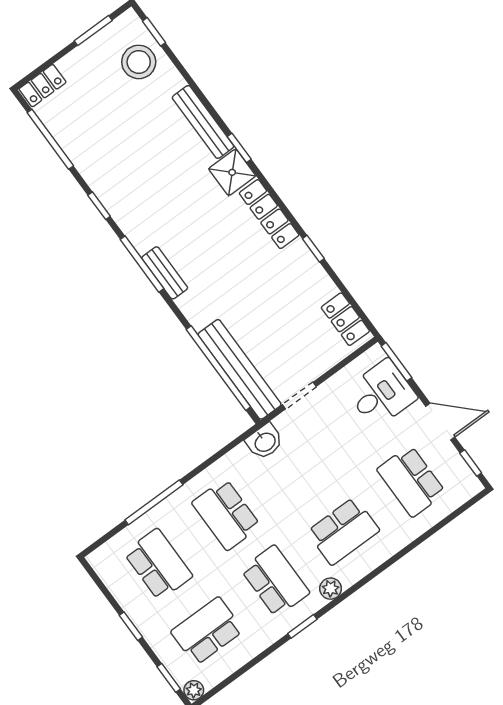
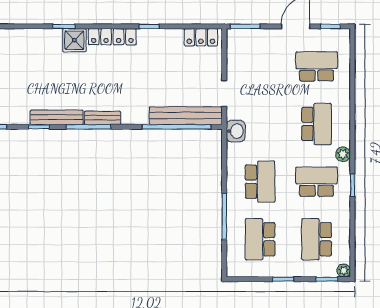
bench: (203, 122) -> (57, 117), moved
desk: (381, 394) -> (256, 48), removed
school desk: (411, 481) -> (317, 66), turned 180
school desk: (226, 514) -> (260, 182), turned -90
school desk: (158, 564) -> (260, 239), turned -90

